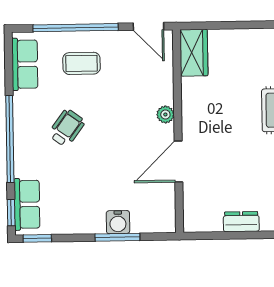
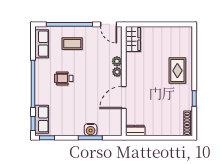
plant: (165, 95) -> (117, 61), added
wheelchair: (67, 128) -> (64, 78), turned -126
dresser: (241, 222) -> (135, 130), moved

